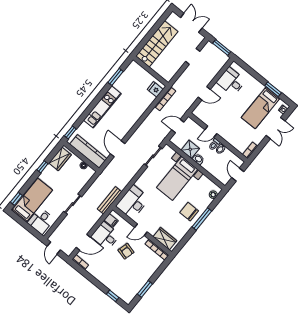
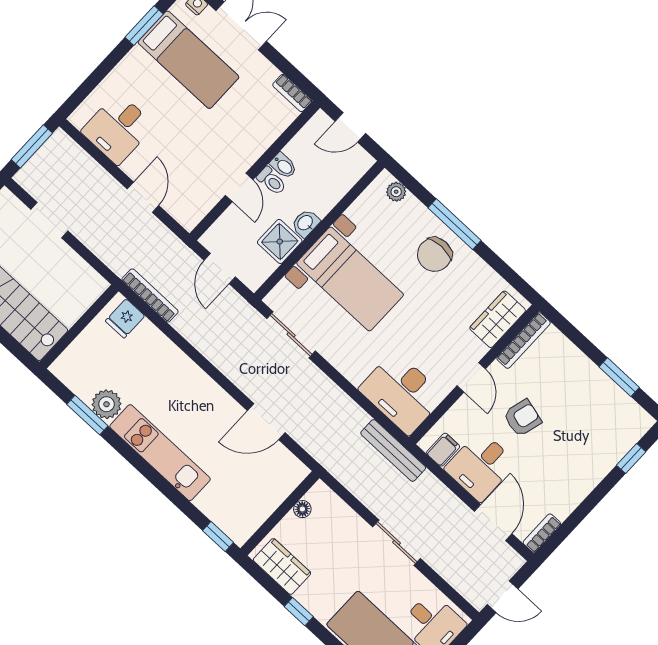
plant: (120, 84) -> (107, 404), added
kitchen counter: (88, 151) -> (268, 495), removed

